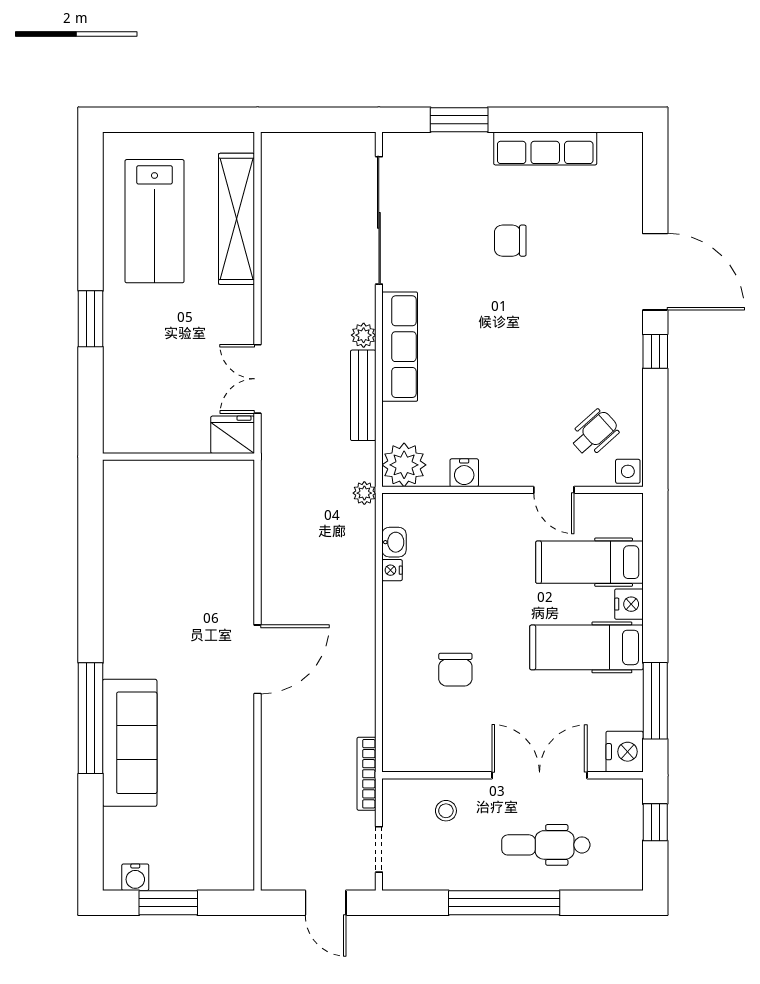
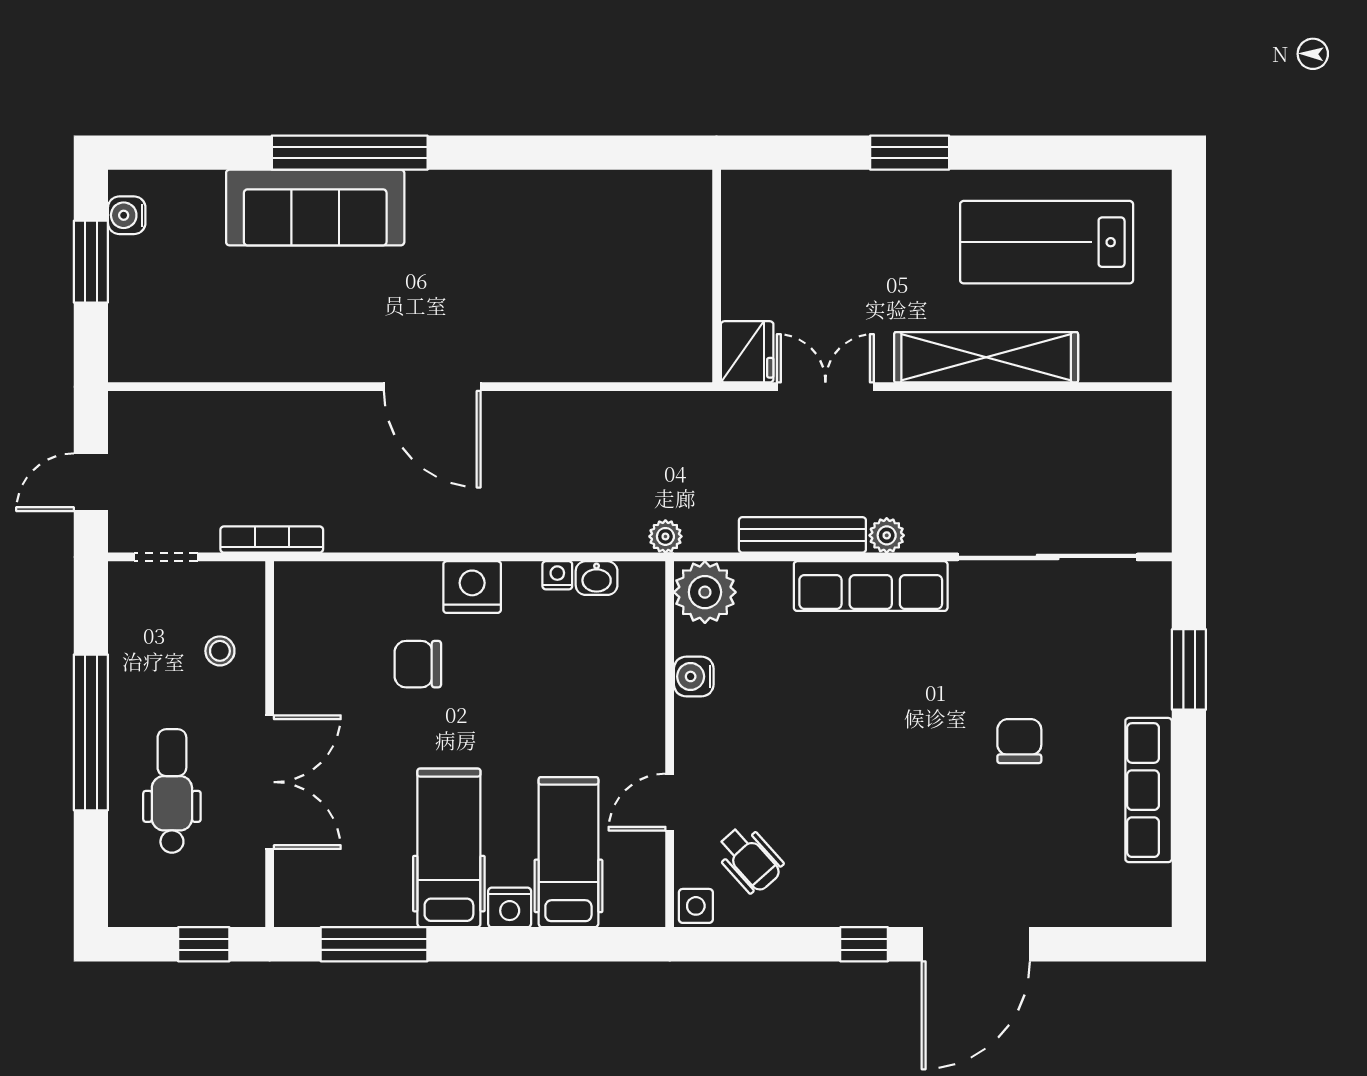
shelving: (237, 219) -> (986, 357), moved
nightstand: (625, 752) -> (472, 587), moved, turned 180

